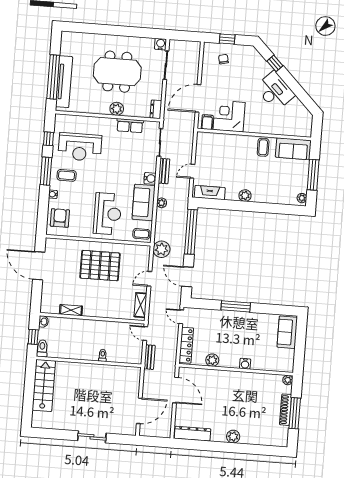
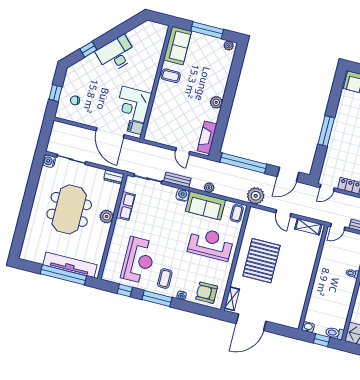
shelving: (71, 310) -> (232, 299), moved

